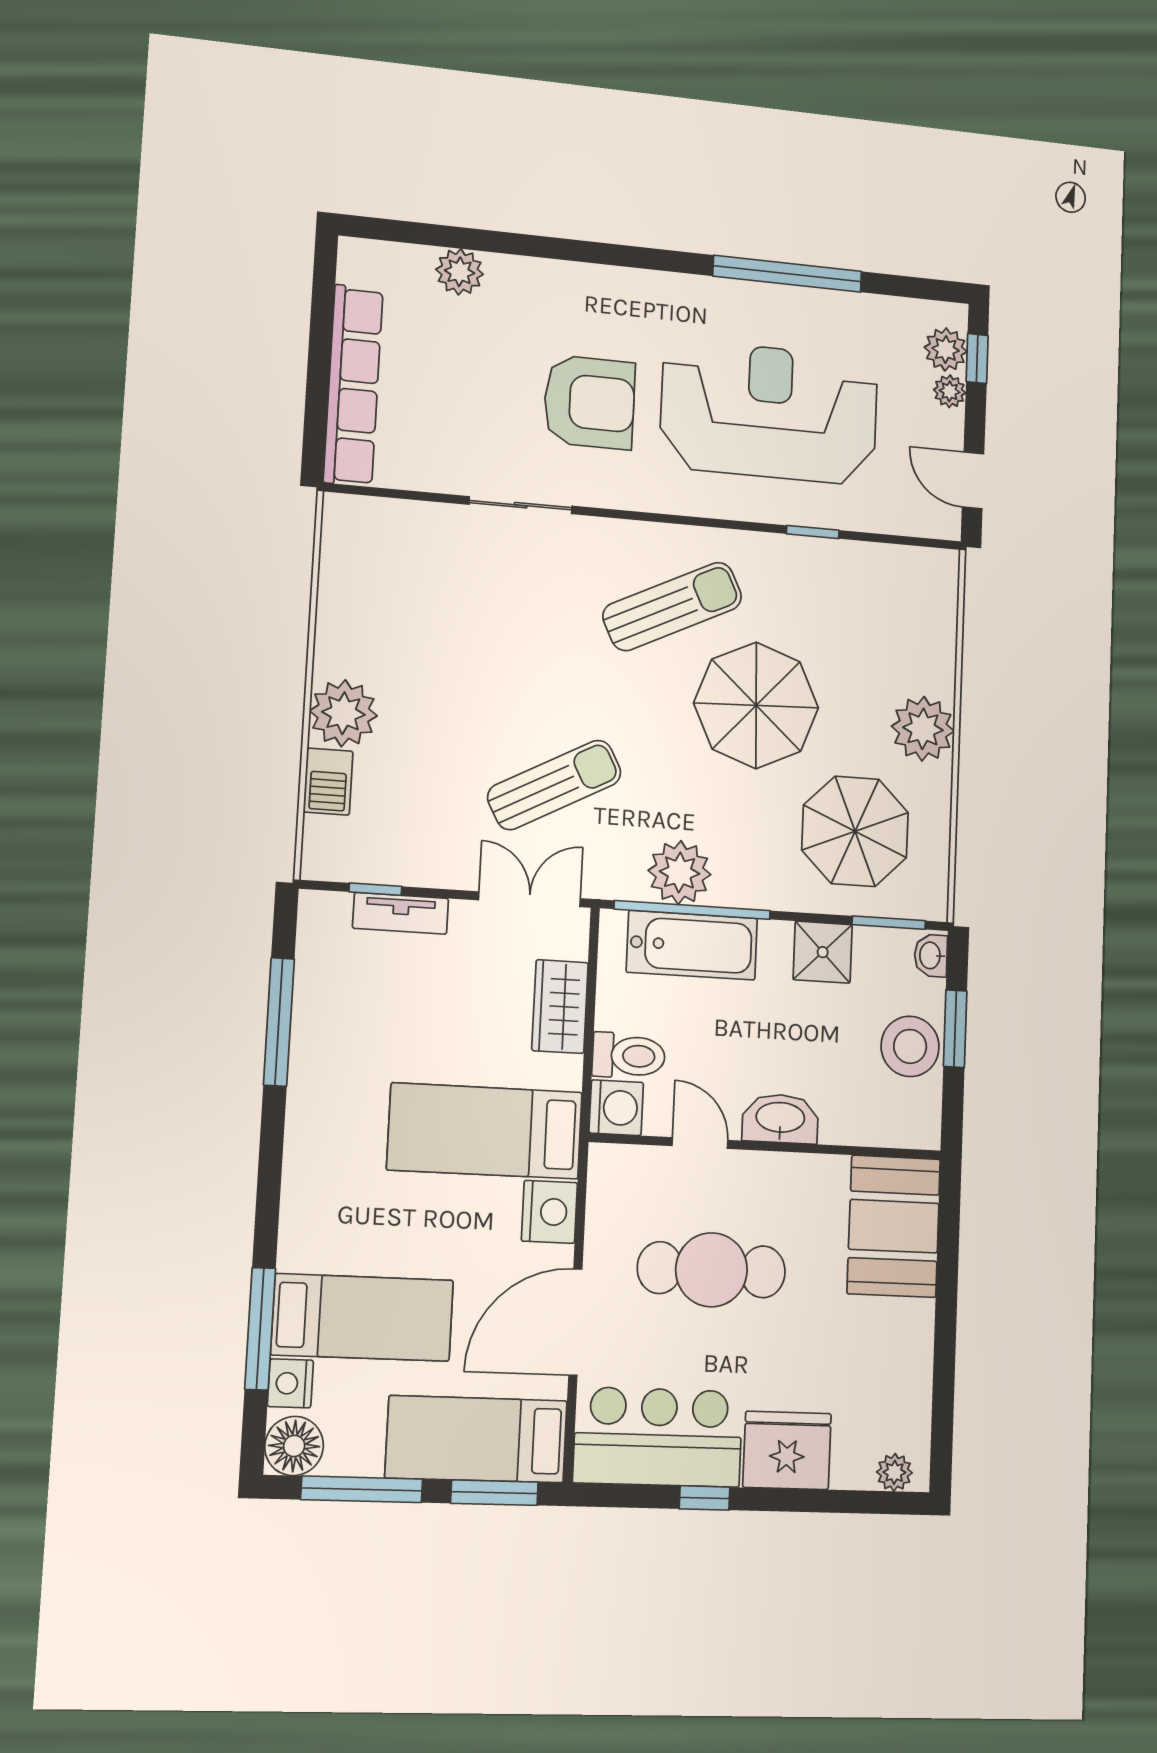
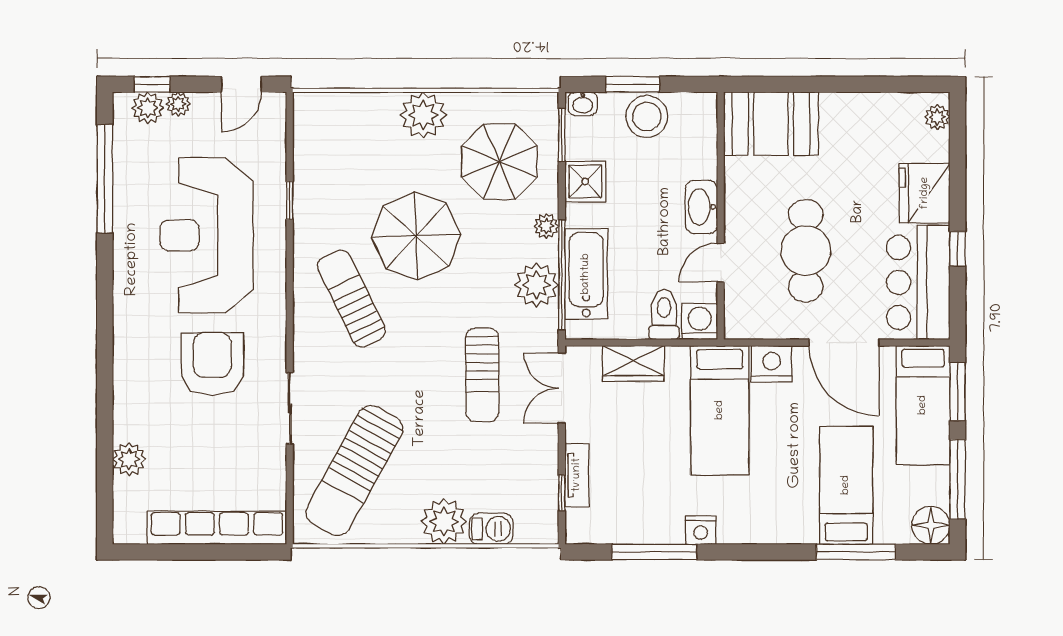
window: (787, 274) -> (105, 179), moved
sun lounger: (425, 590) -> (354, 471), added
sun lounger: (554, 785) -> (482, 375), turned -152
plant: (762, 892) -> (546, 226), added
nightstand: (290, 1383) -> (701, 530), moved

